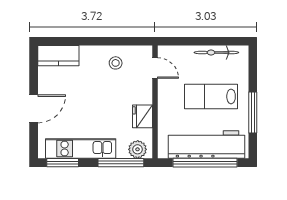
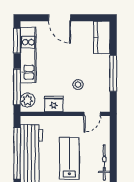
window: (104, 41) -> (113, 73), added
stool: (116, 63) -> (78, 85), moved

